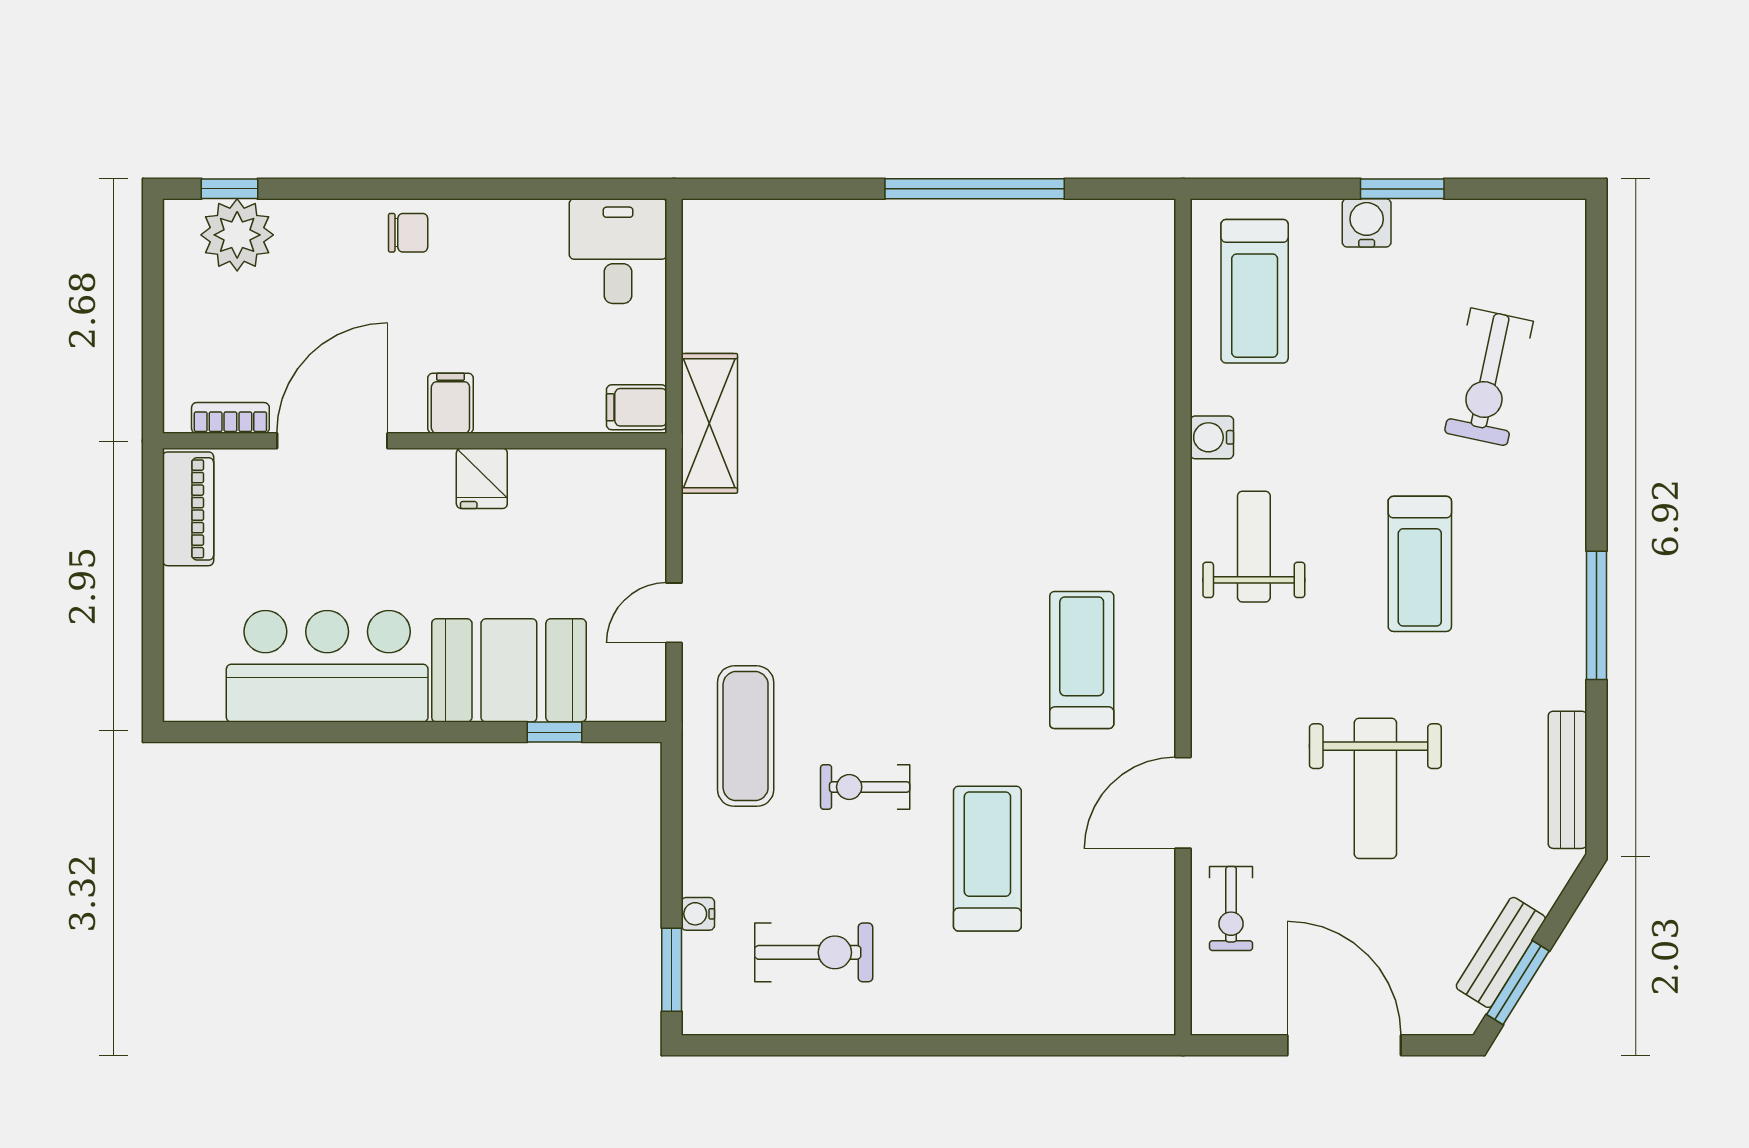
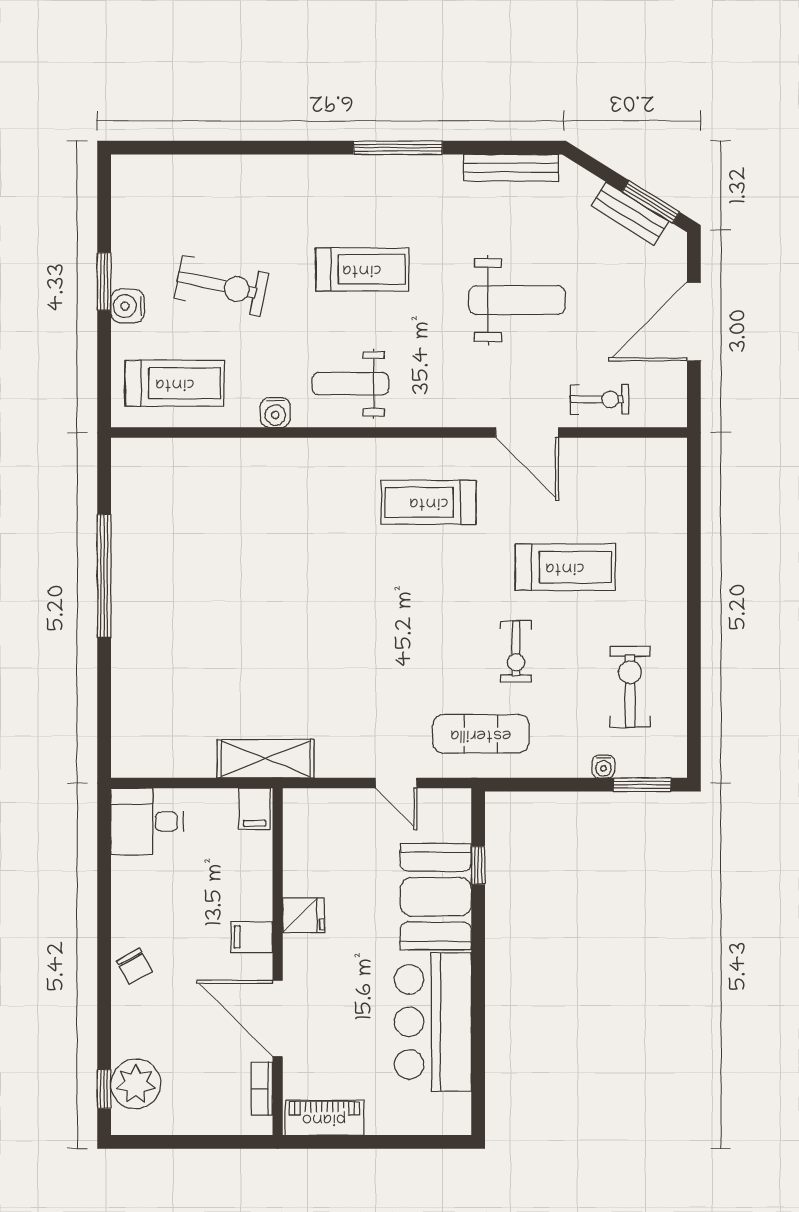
chair: (408, 233) -> (134, 966), turned 151
exercise bike: (1489, 377) -> (221, 286), moved
treadmill: (987, 859) -> (565, 567), turned 180

